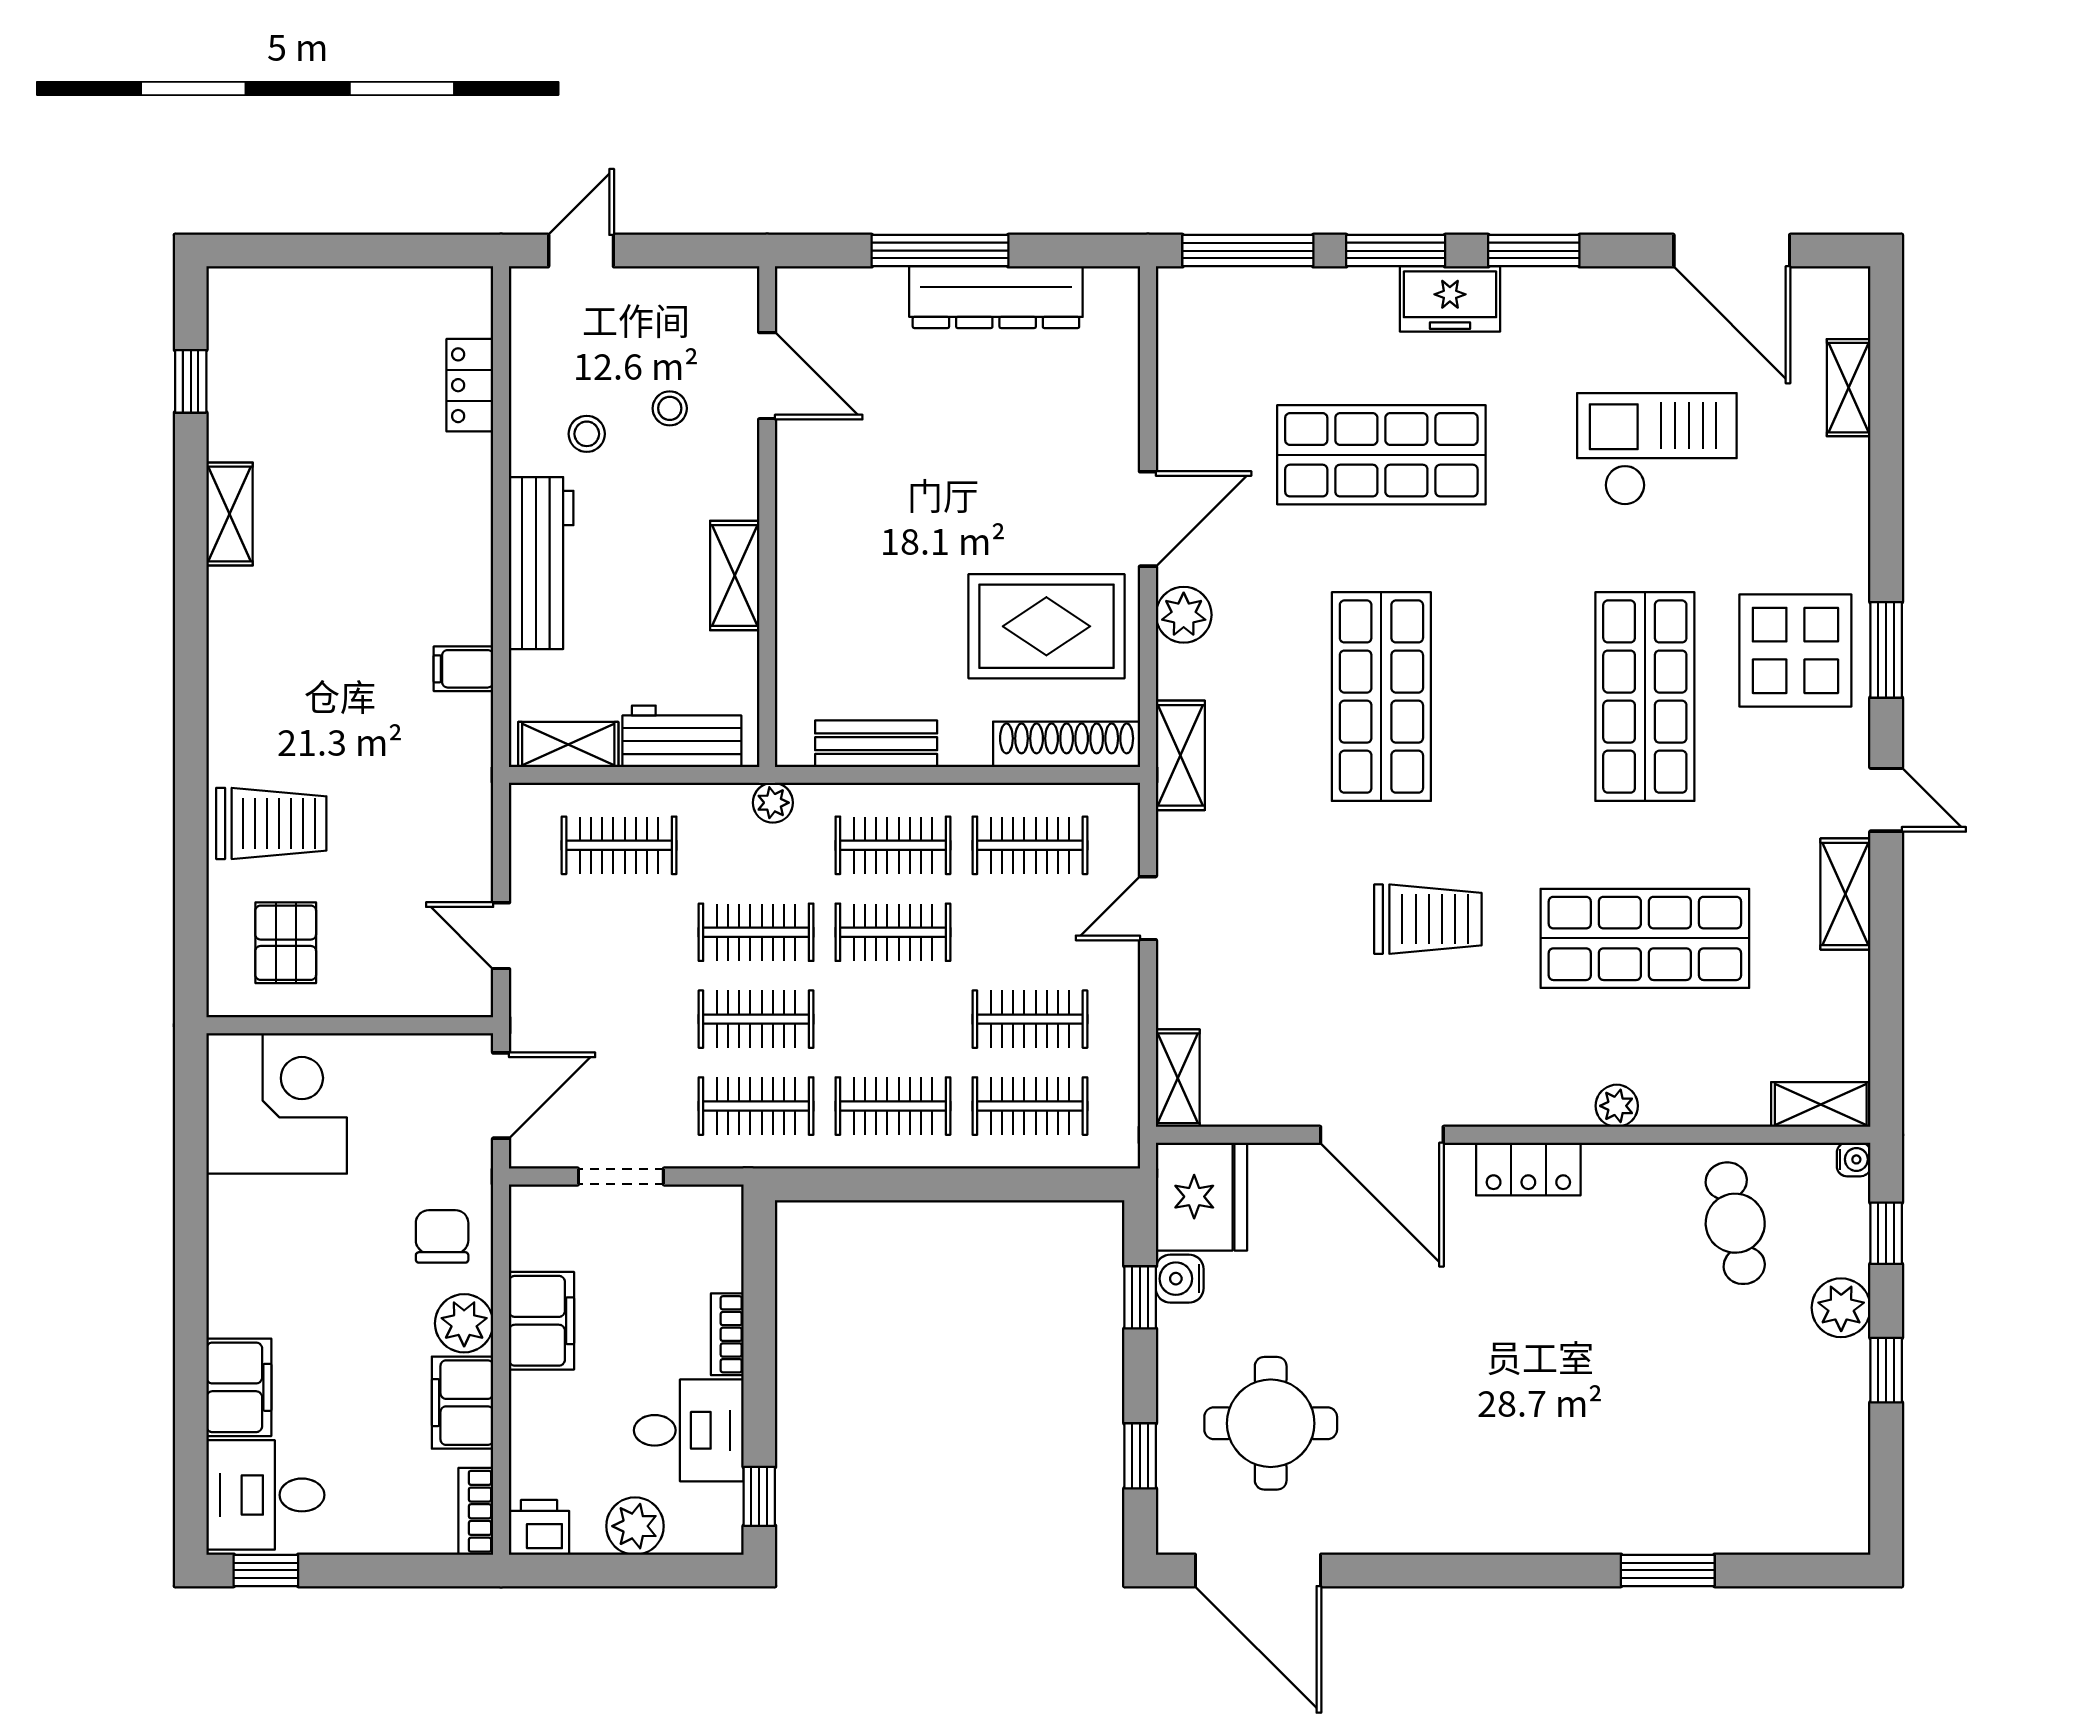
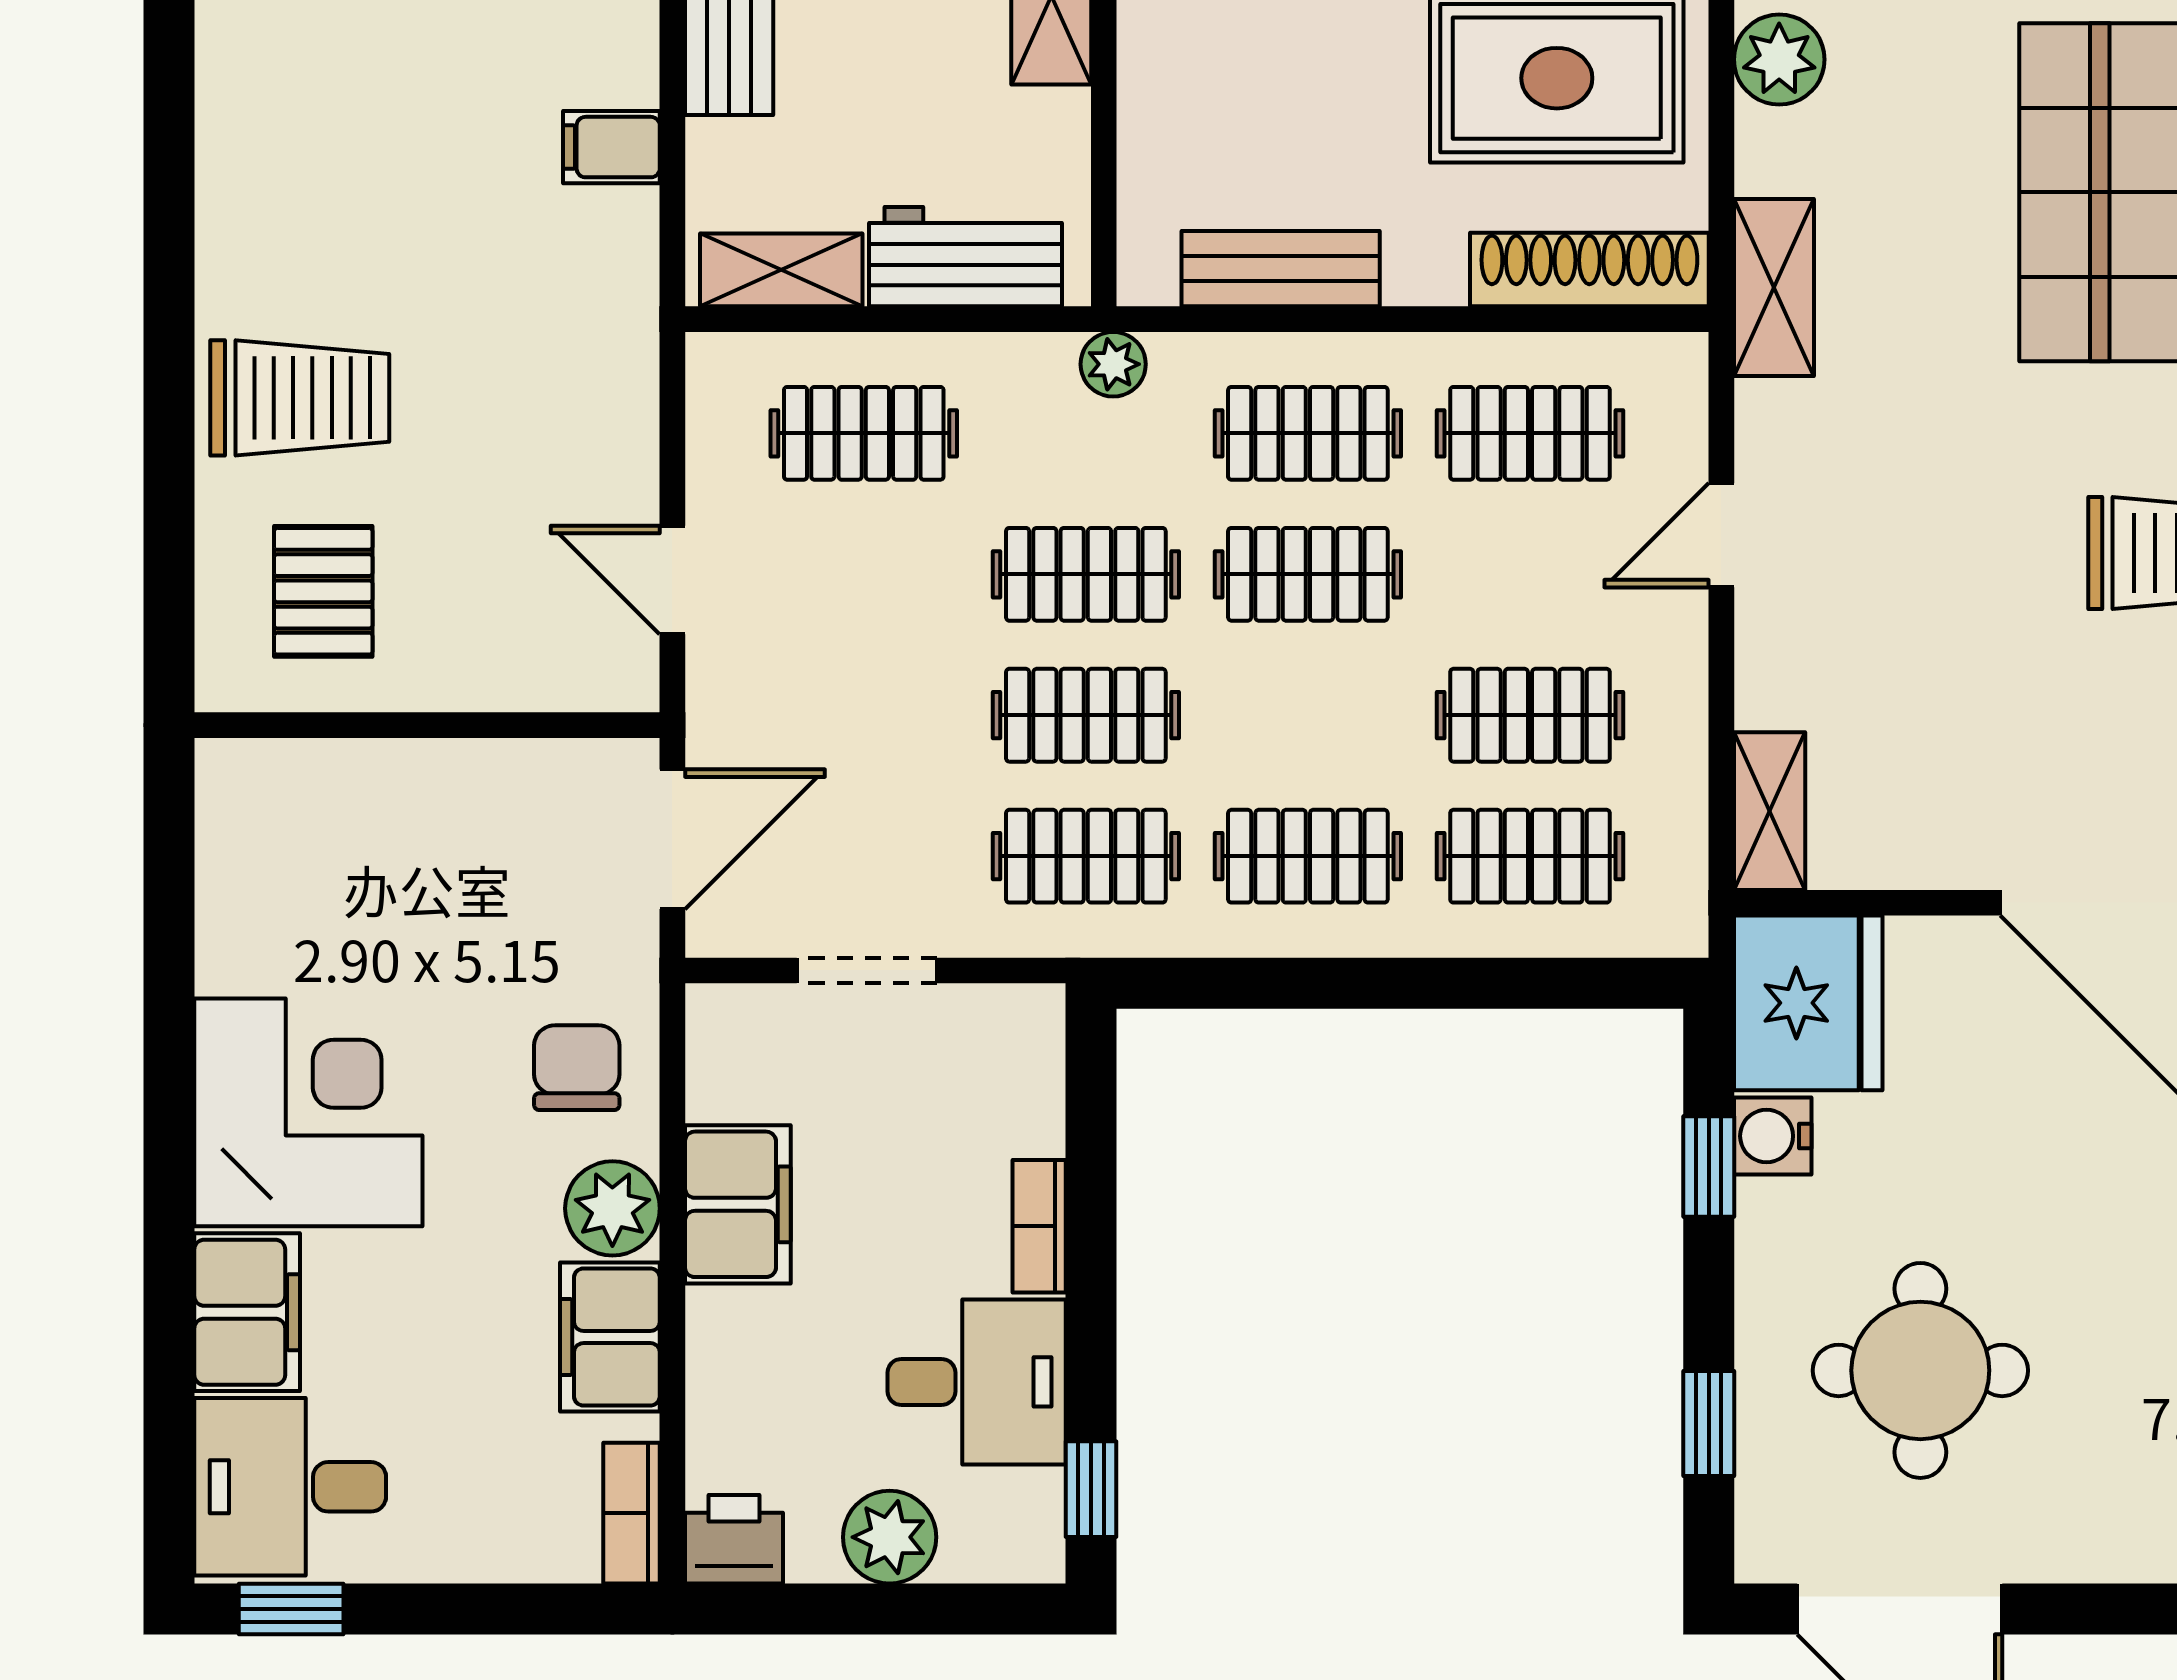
corner desk: (277, 1103) -> (308, 1112), moved

